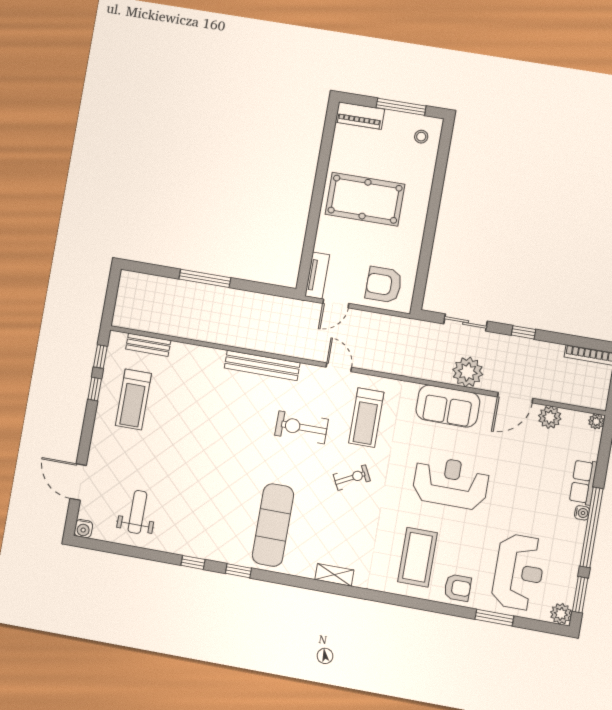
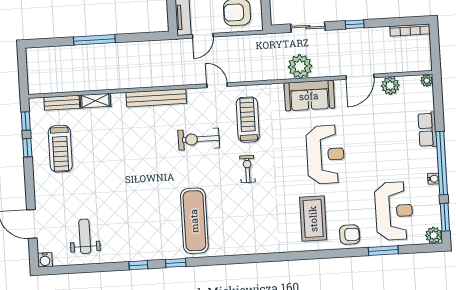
plant: (468, 372) -> (300, 66), moved
treadmill: (366, 418) -> (248, 120), turned 180
exercise bike: (352, 478) -> (247, 169), turned -63
reception desk: (451, 483) -> (325, 155), turned 90
water cooler: (582, 513) -> (433, 179), moved
shelving: (334, 575) -> (95, 101), moved

